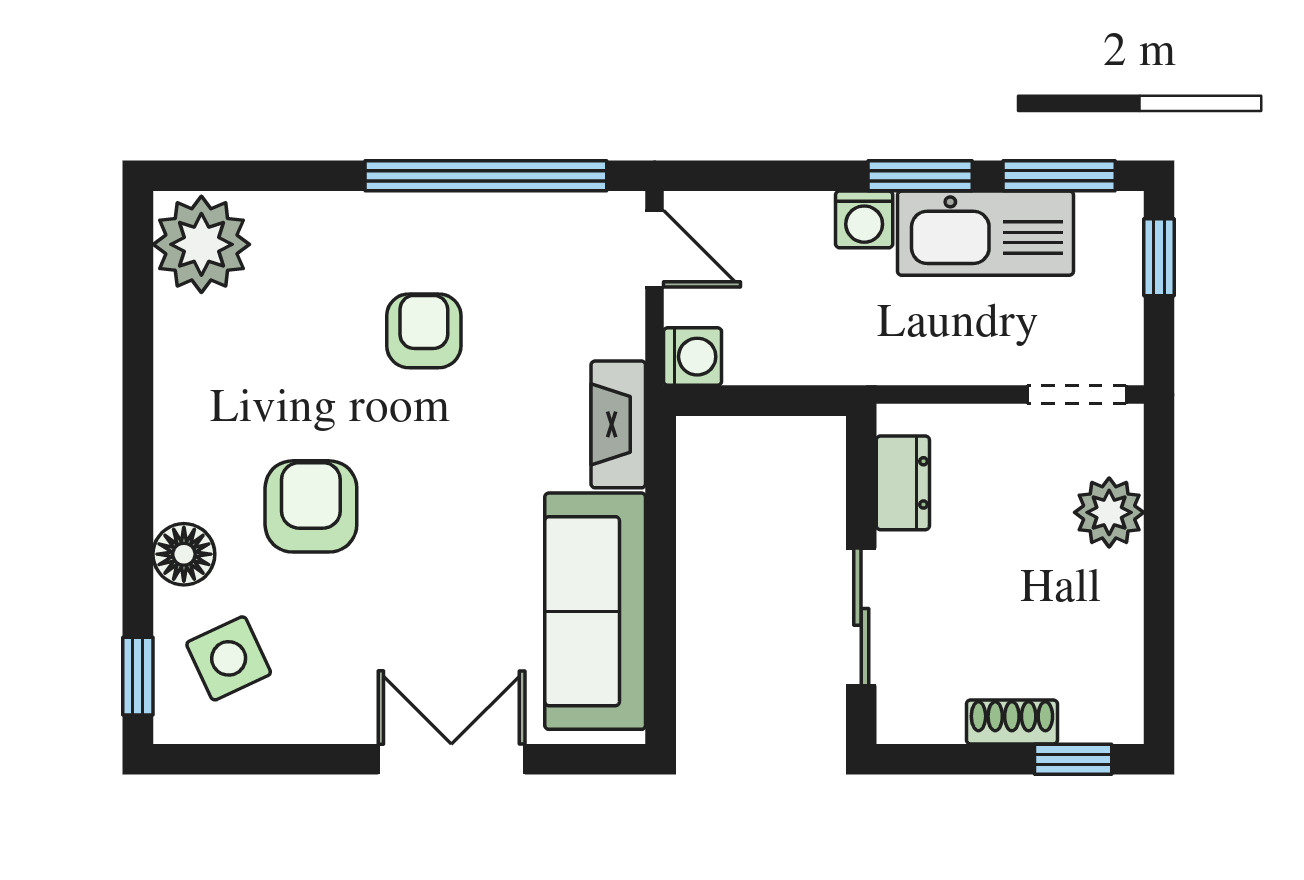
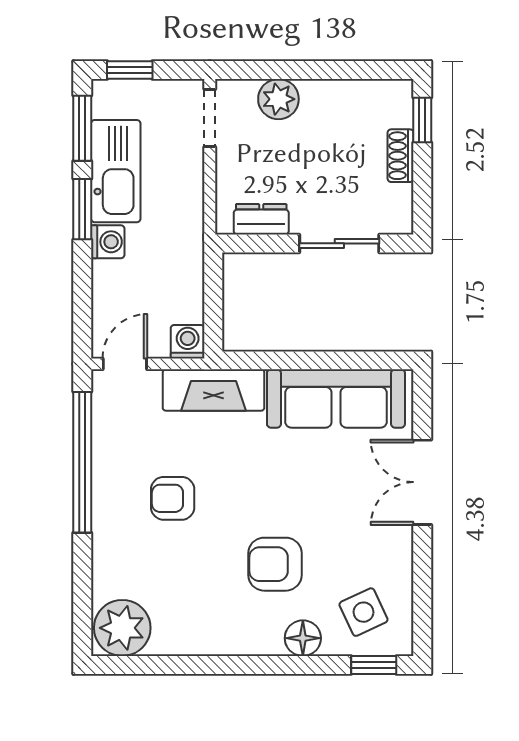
fireplace: (618, 424) -> (214, 390), width x1.37, depth x1.32

